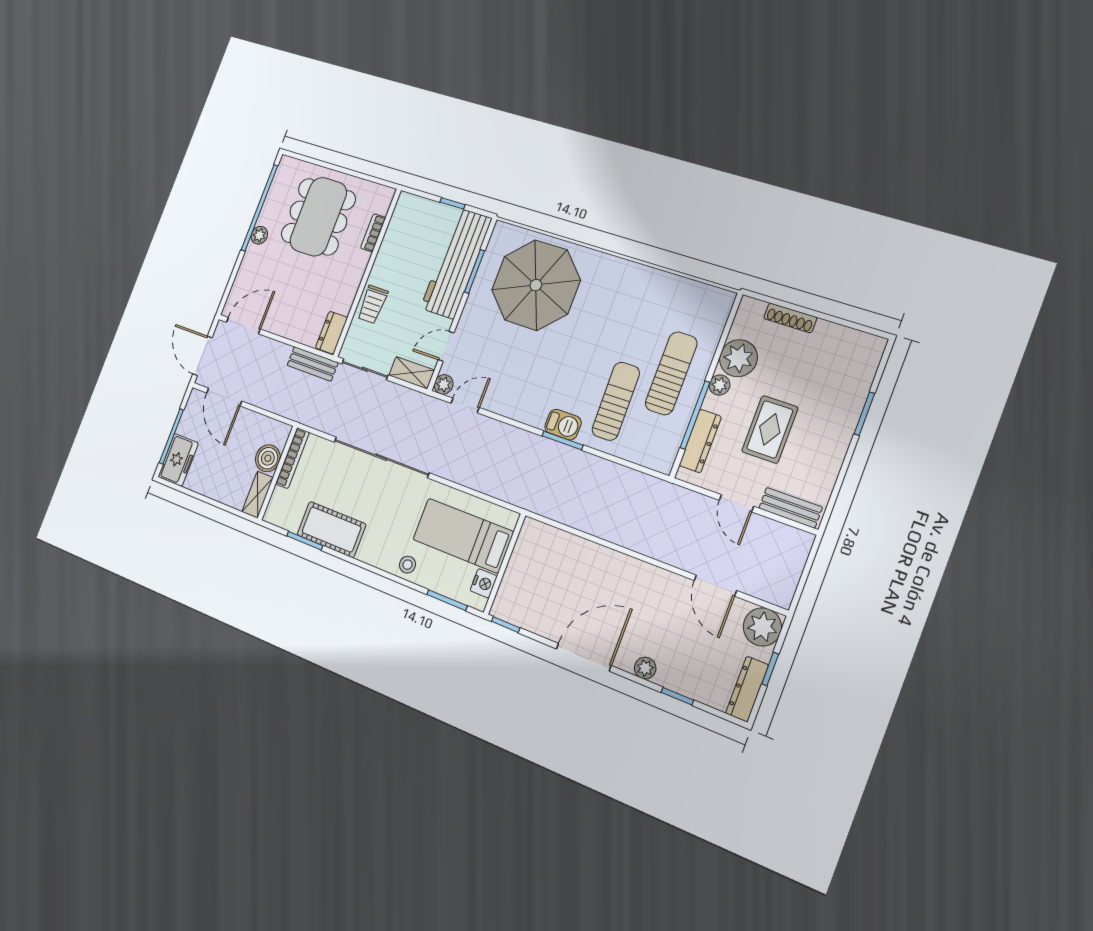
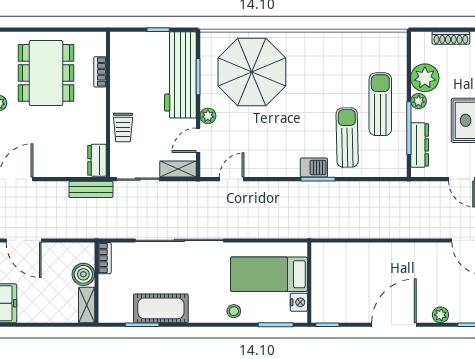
plant: (444, 384) -> (208, 116), moved
bookcase: (292, 458) -> (105, 258), width x0.64

